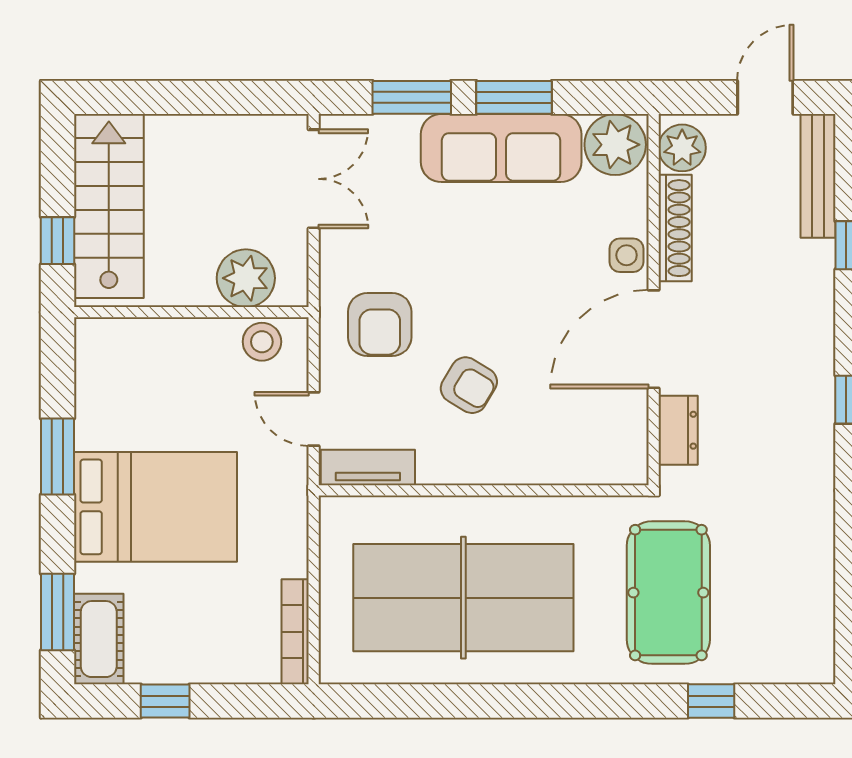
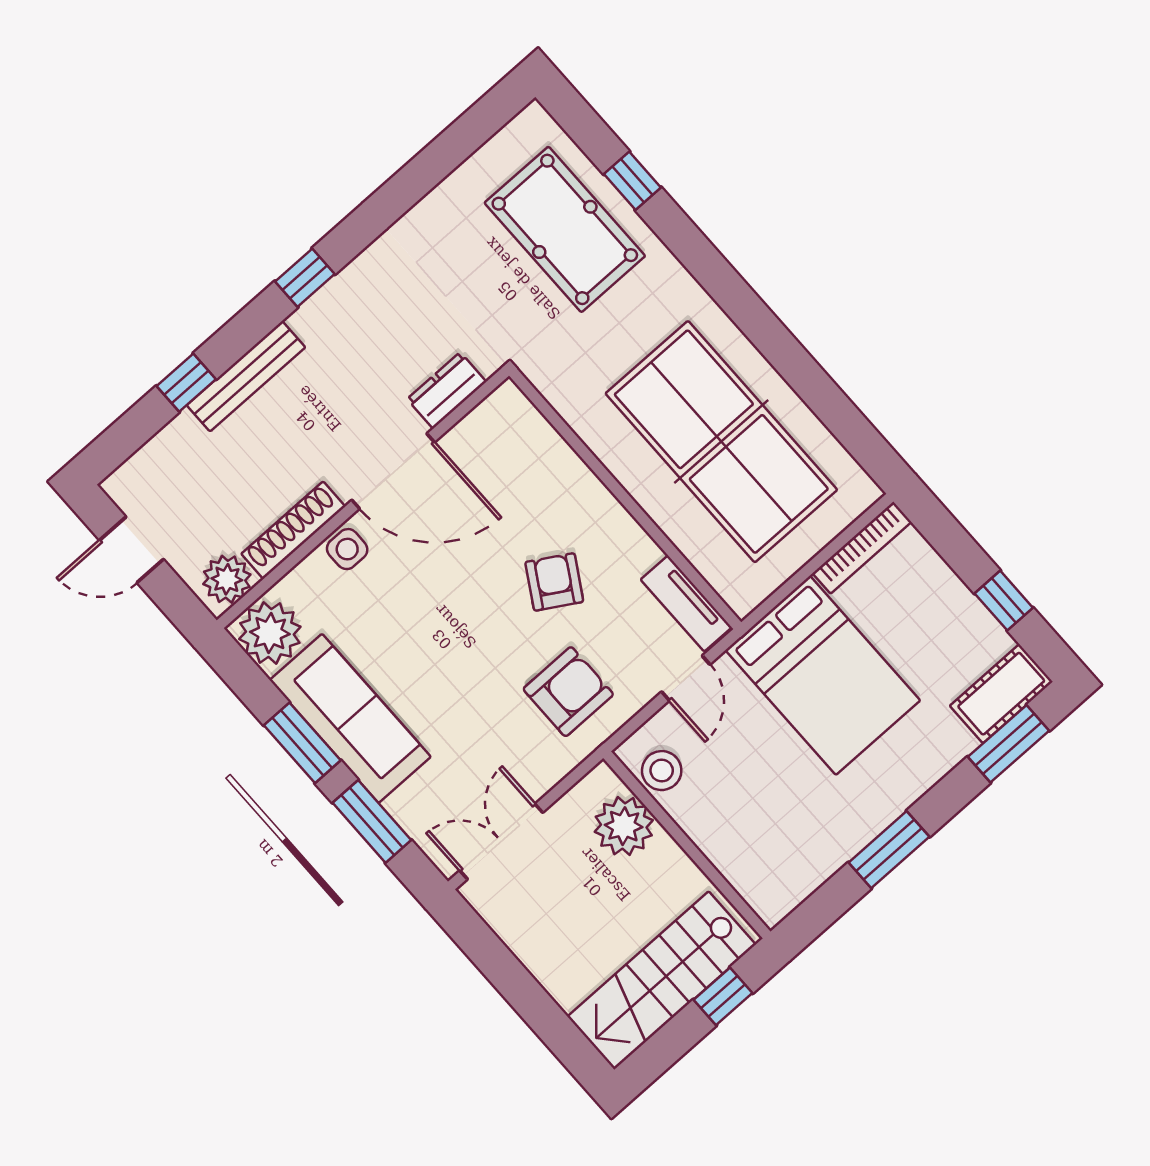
bench: (818, 176) -> (246, 376), moved
bed: (155, 507) -> (823, 675), moved, turned 180
pool table: (668, 593) -> (565, 229), moved, turned 90

